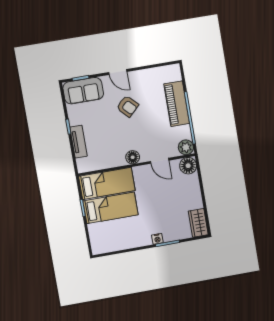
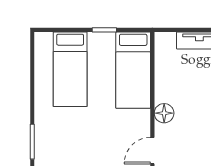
bed: (111, 208) -> (70, 69), moved
nightstand: (157, 239) -> (41, 128), removed

